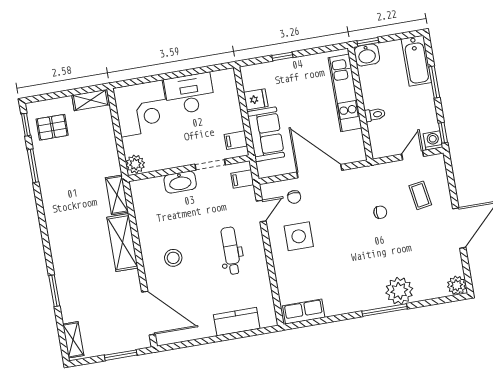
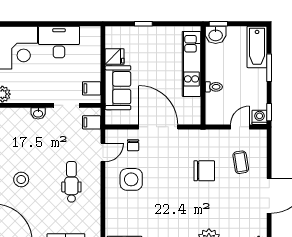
washbasin: (180, 182) -> (38, 113), width x0.52, depth x0.69
chair: (380, 212) -> (204, 171), width x1.87, depth x1.87

